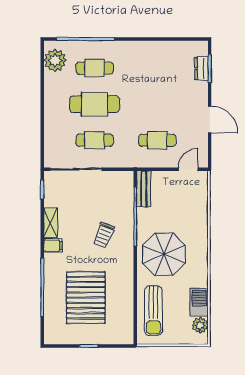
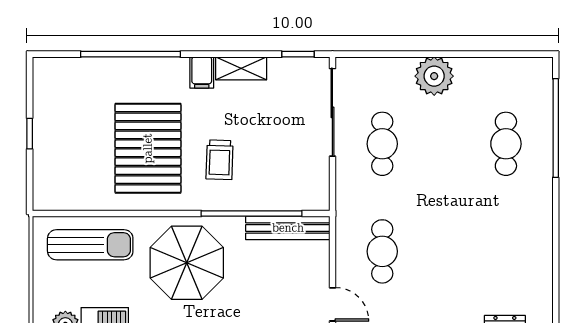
plant: (55, 60) -> (434, 76), moved
cafe table: (95, 104) -> (444, 144), removed
bench: (144, 189) -> (288, 228), width x1.36
trolley: (104, 235) -> (220, 160), turned -109
pallet: (86, 298) -> (148, 148), moved, turned 90
sun lounger: (153, 311) -> (90, 245), turned 180

